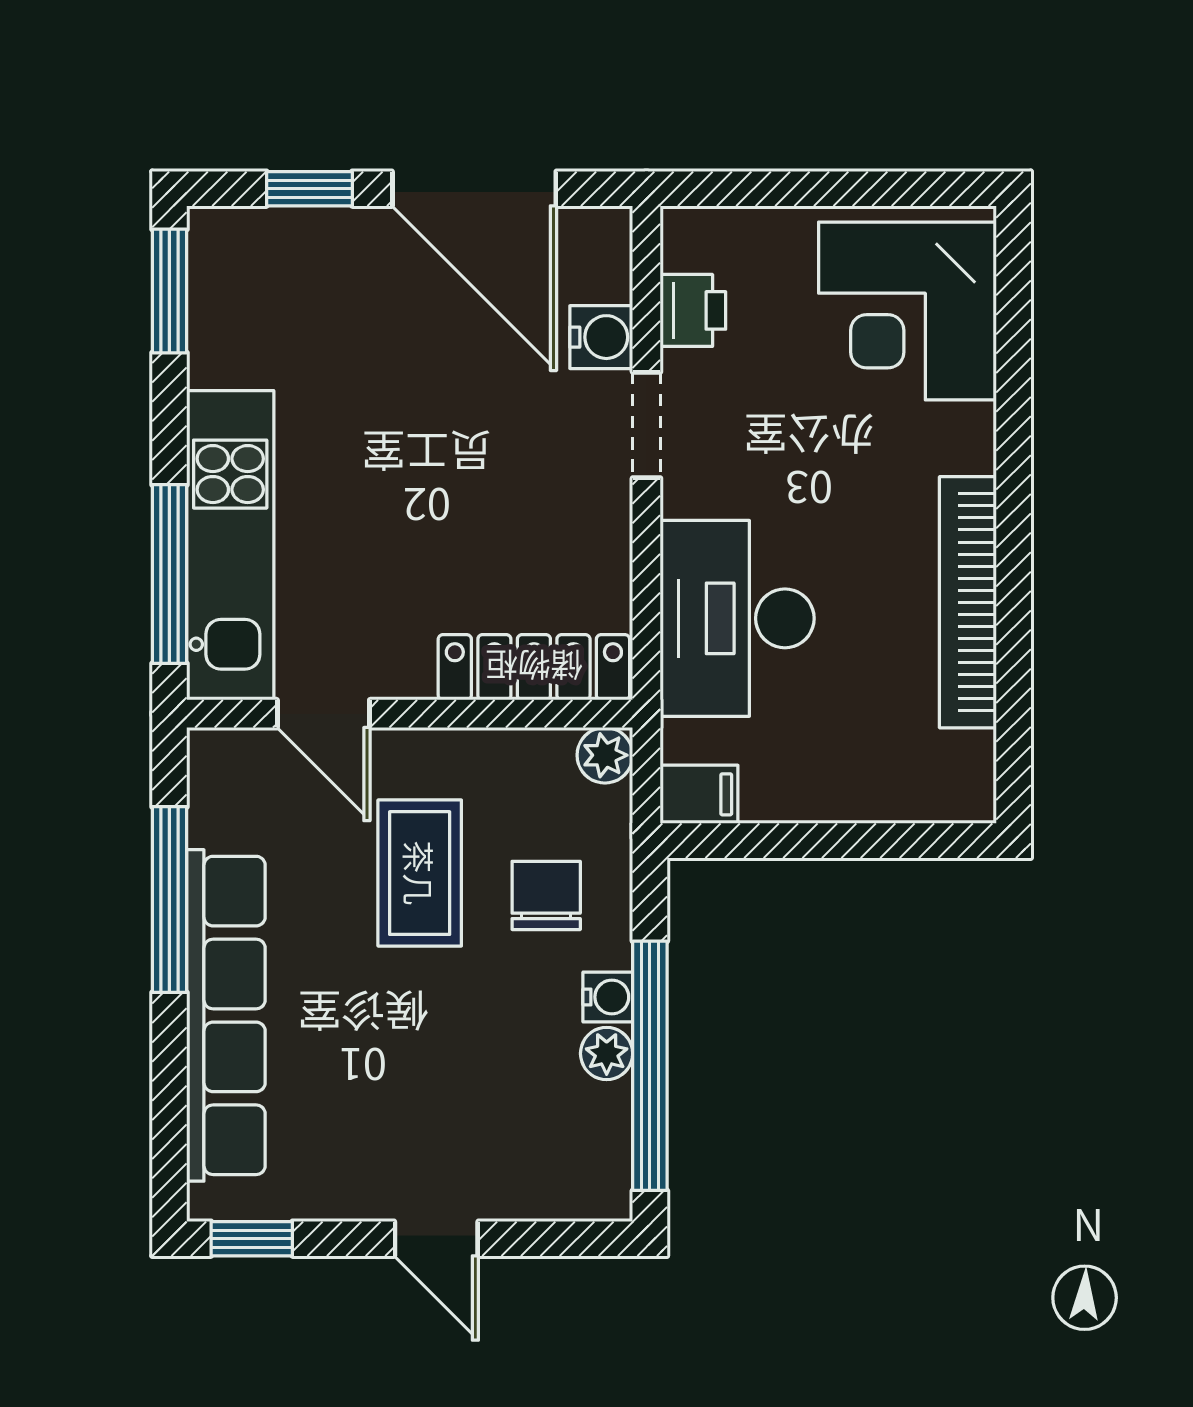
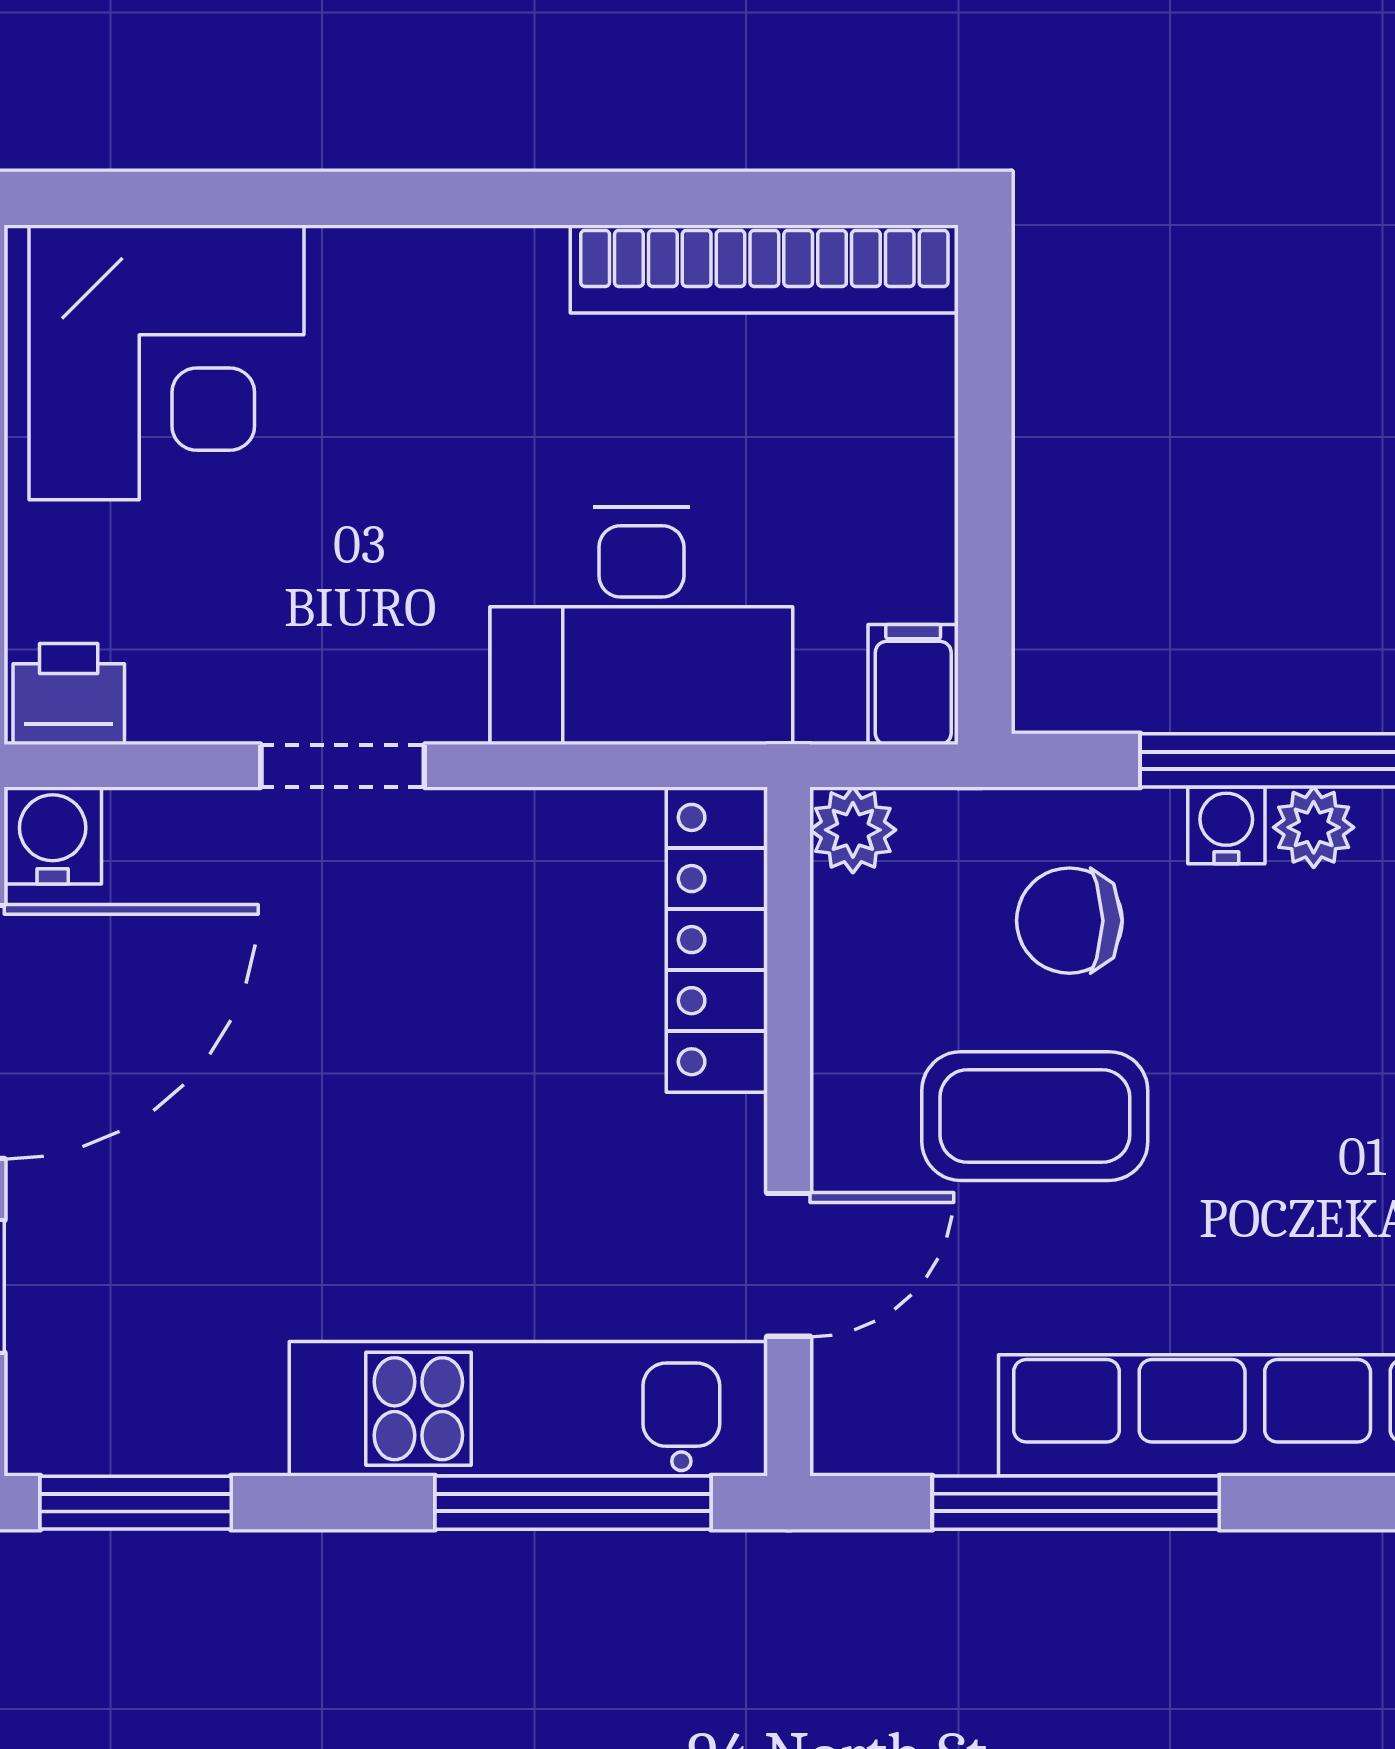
printer: (693, 310) -> (69, 694), moved
water cooler: (601, 337) -> (53, 836), moved
bookcase: (968, 602) -> (764, 269), moved

